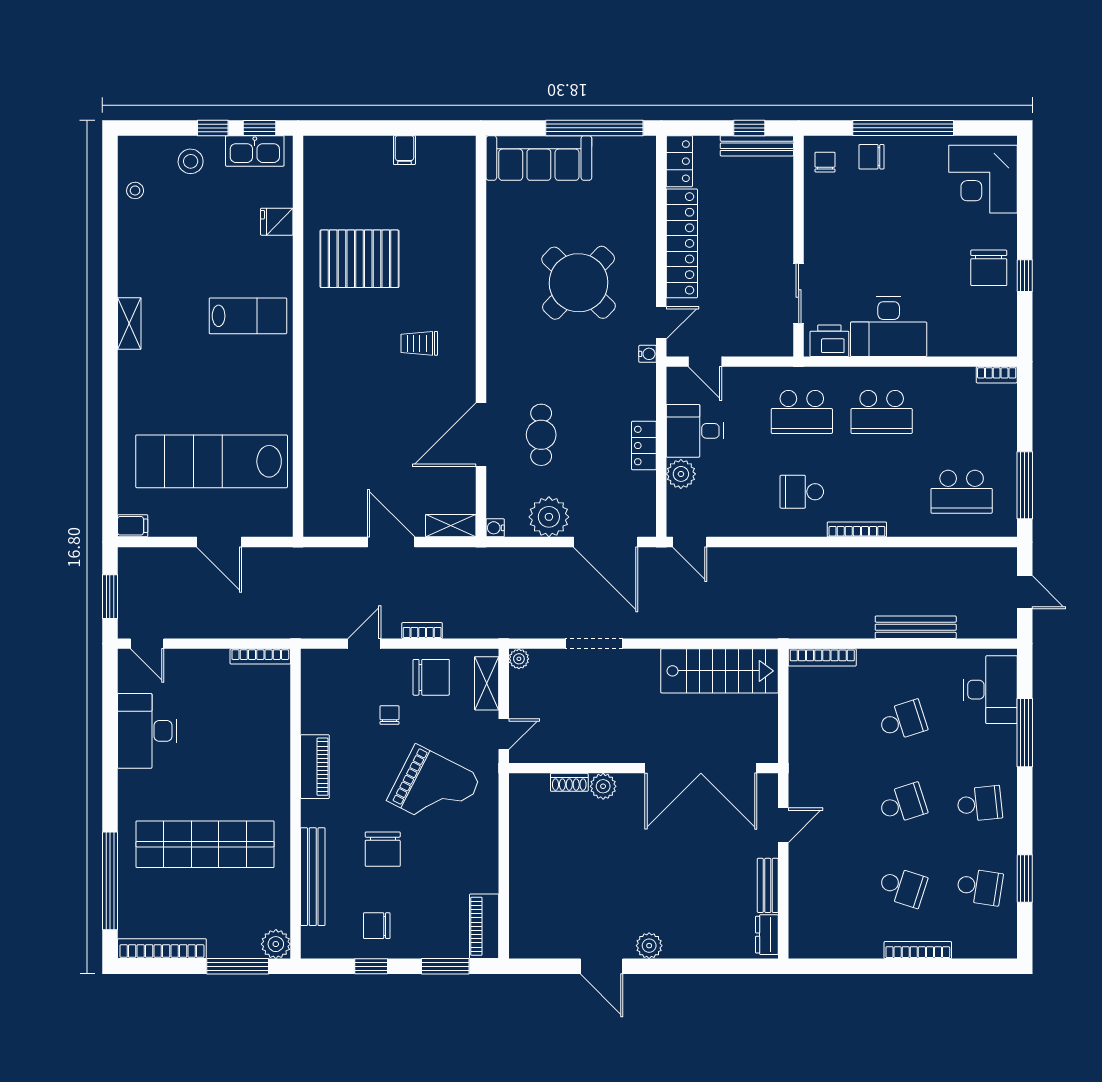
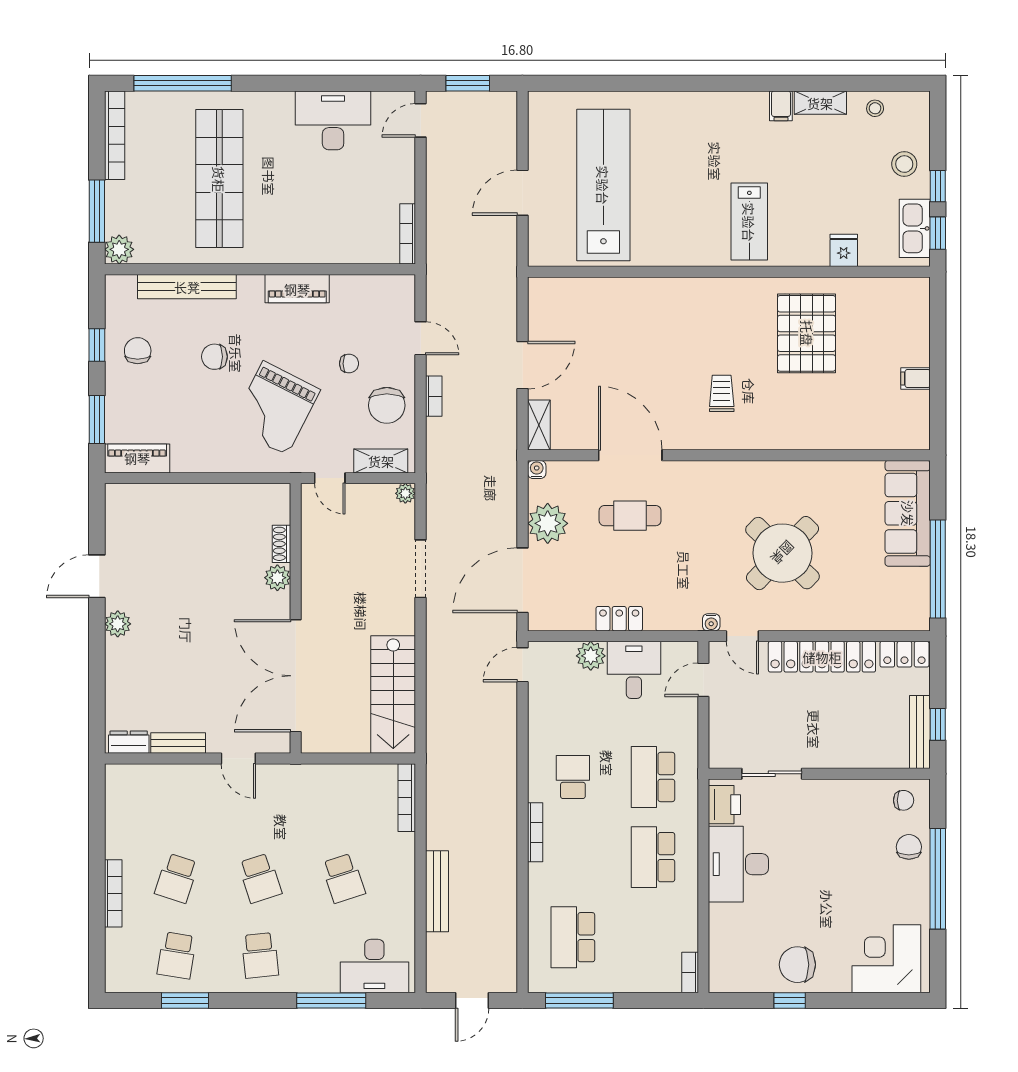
shelving: (129, 323) -> (820, 103), moved
filing cabinet: (133, 526) -> (781, 106), moved
chair: (383, 849) -> (214, 357), width x0.73, depth x0.73

